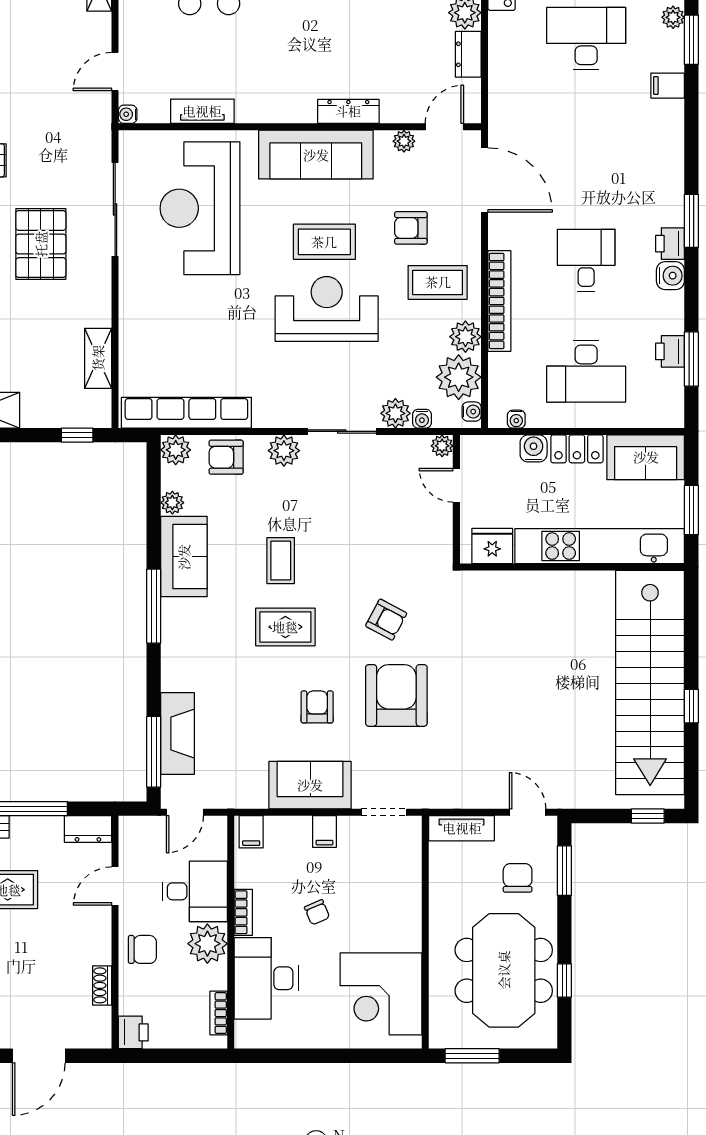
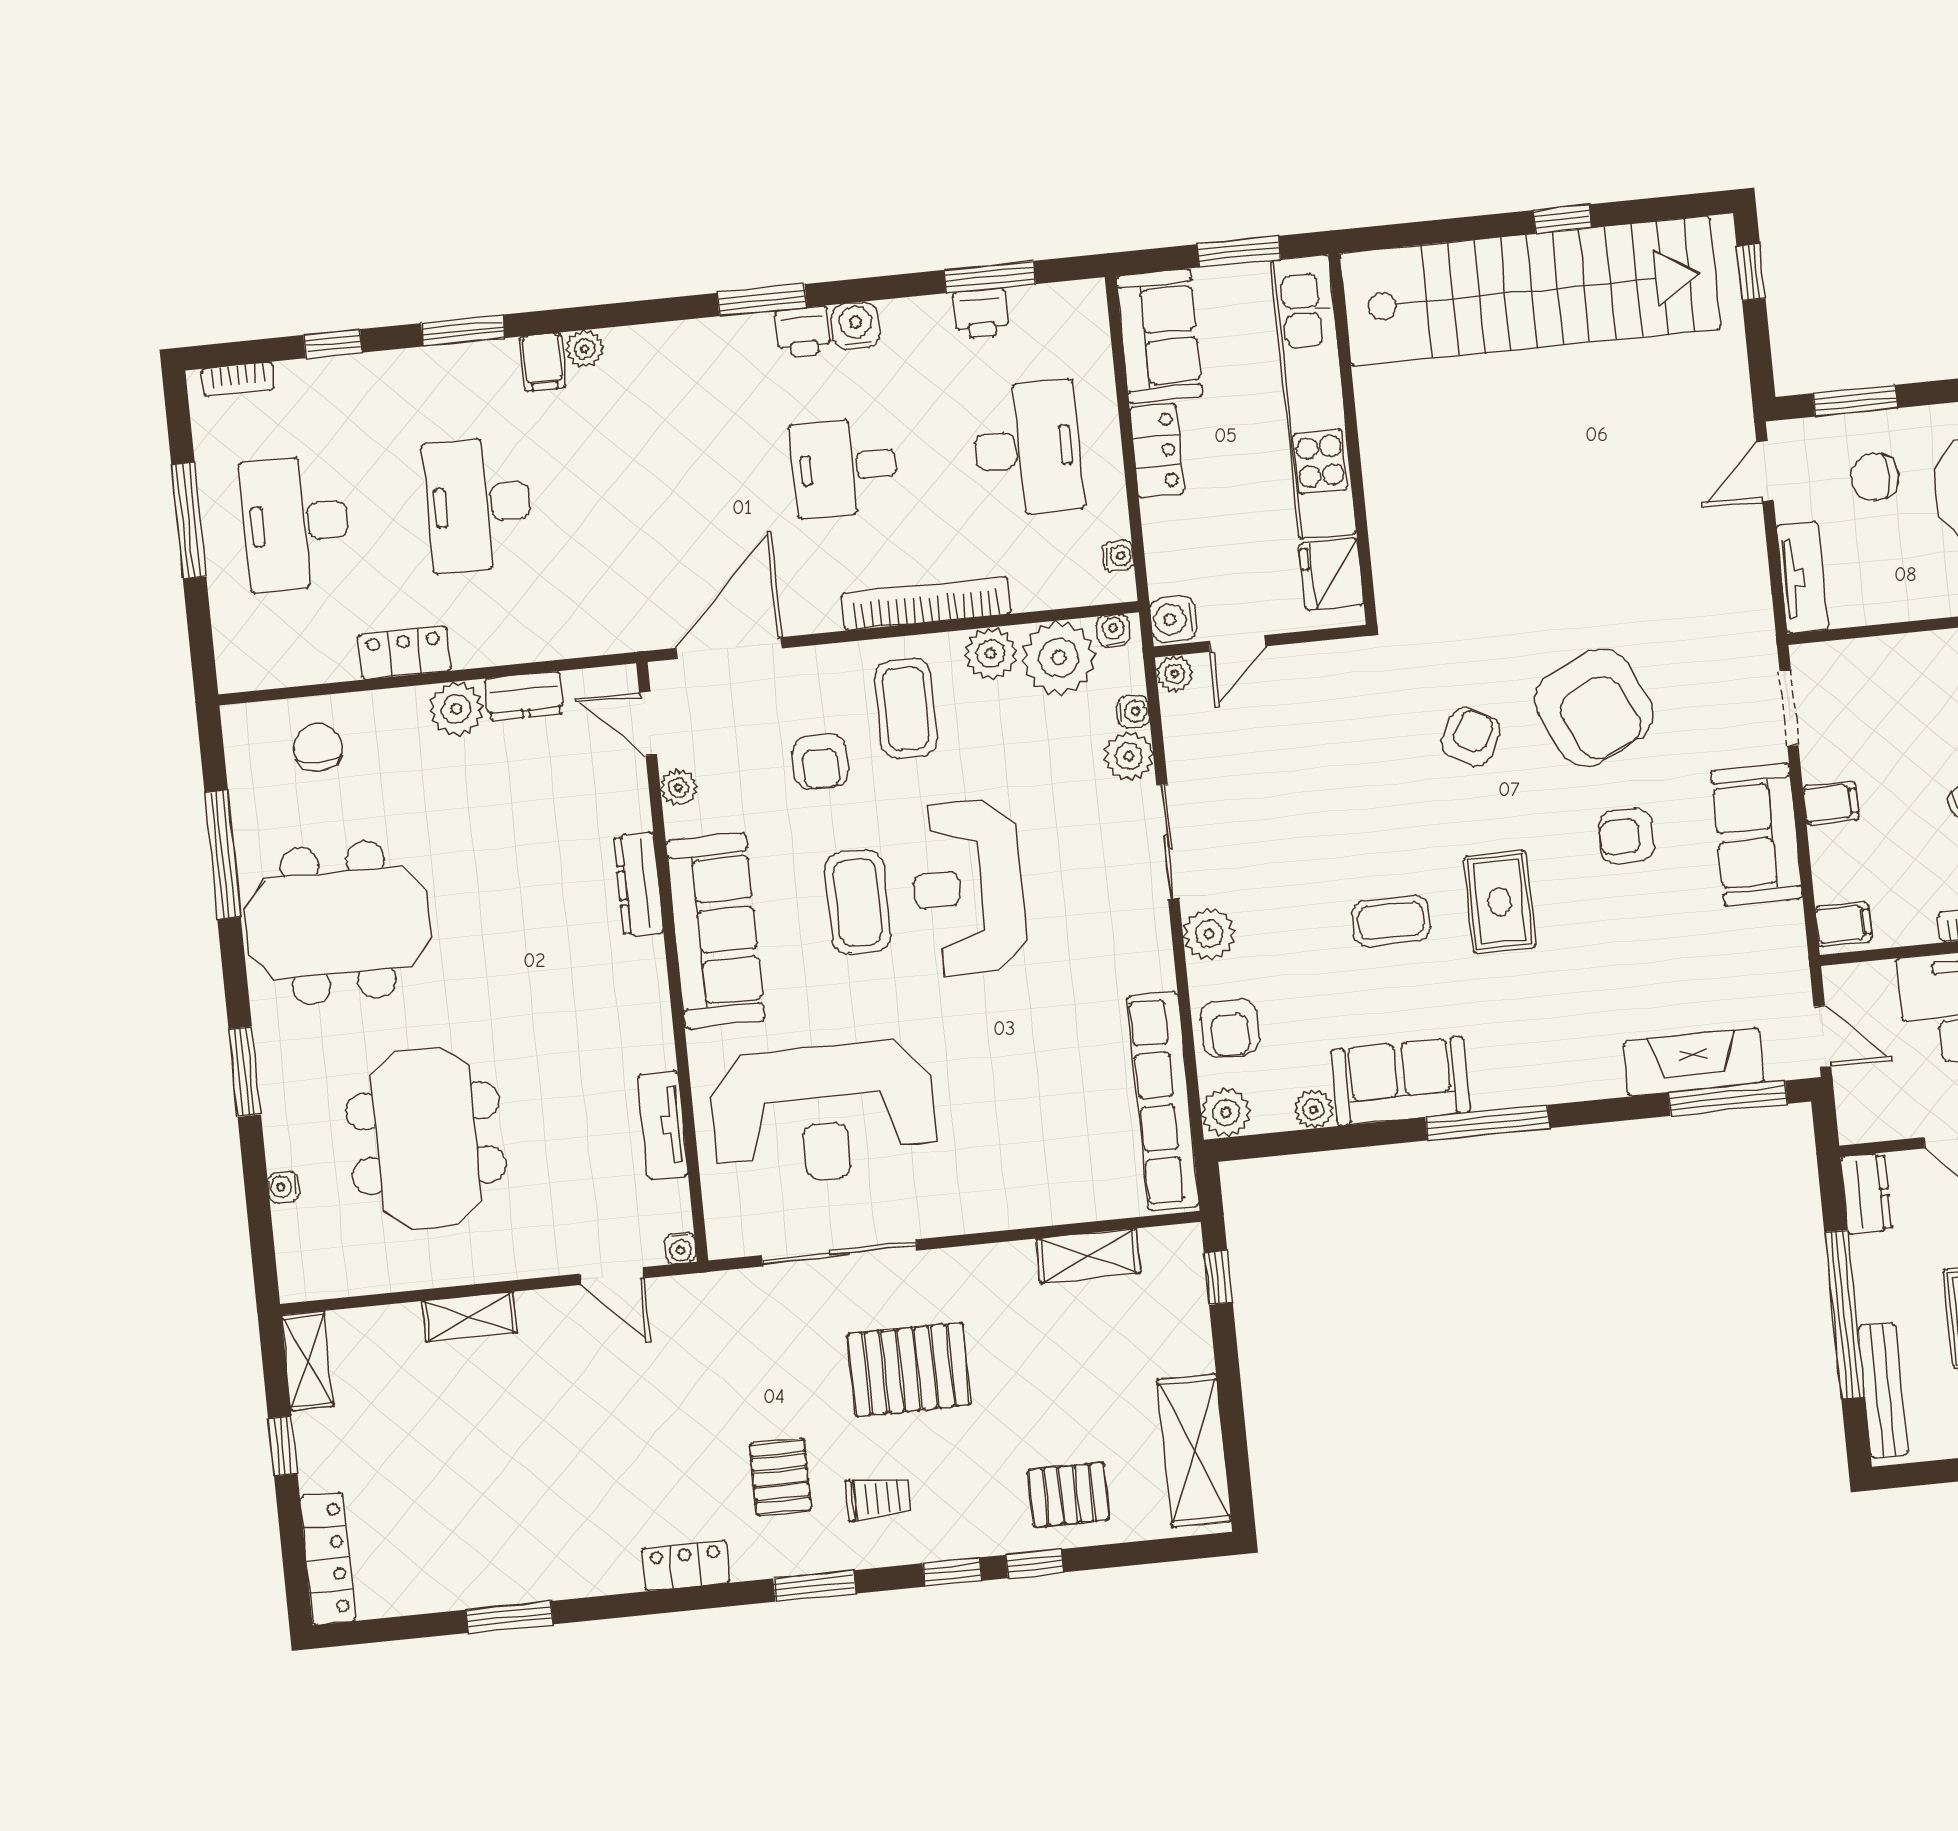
plant: (673, 17) -> (585, 349), moved
water cooler: (534, 448) -> (1173, 619), moved
armchair: (396, 695) -> (1594, 707), turned -115

